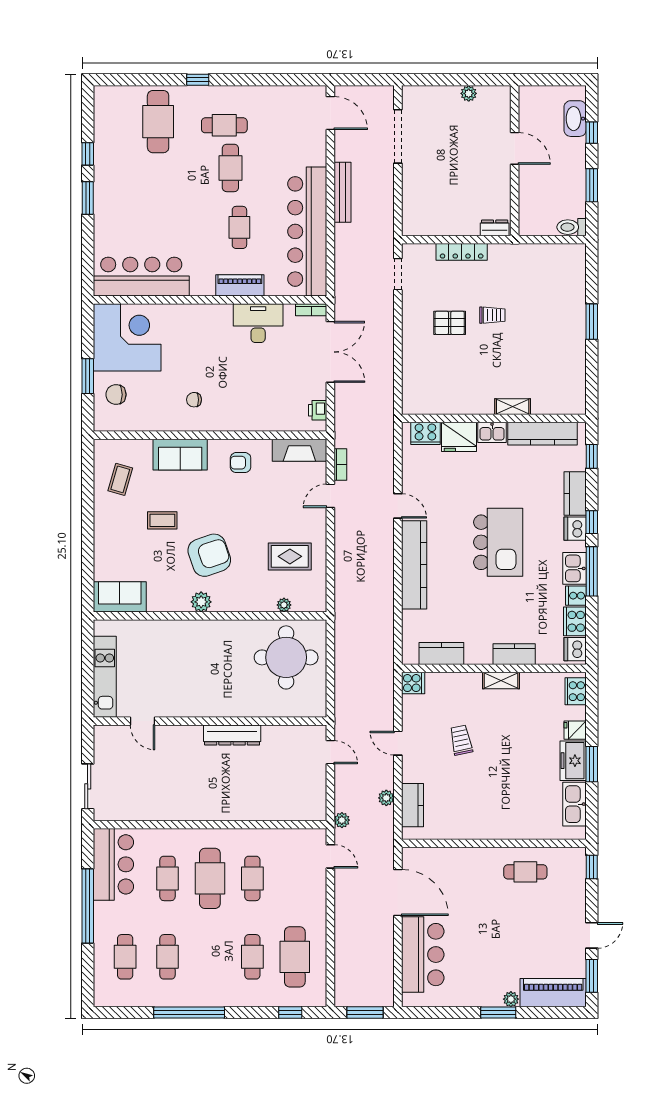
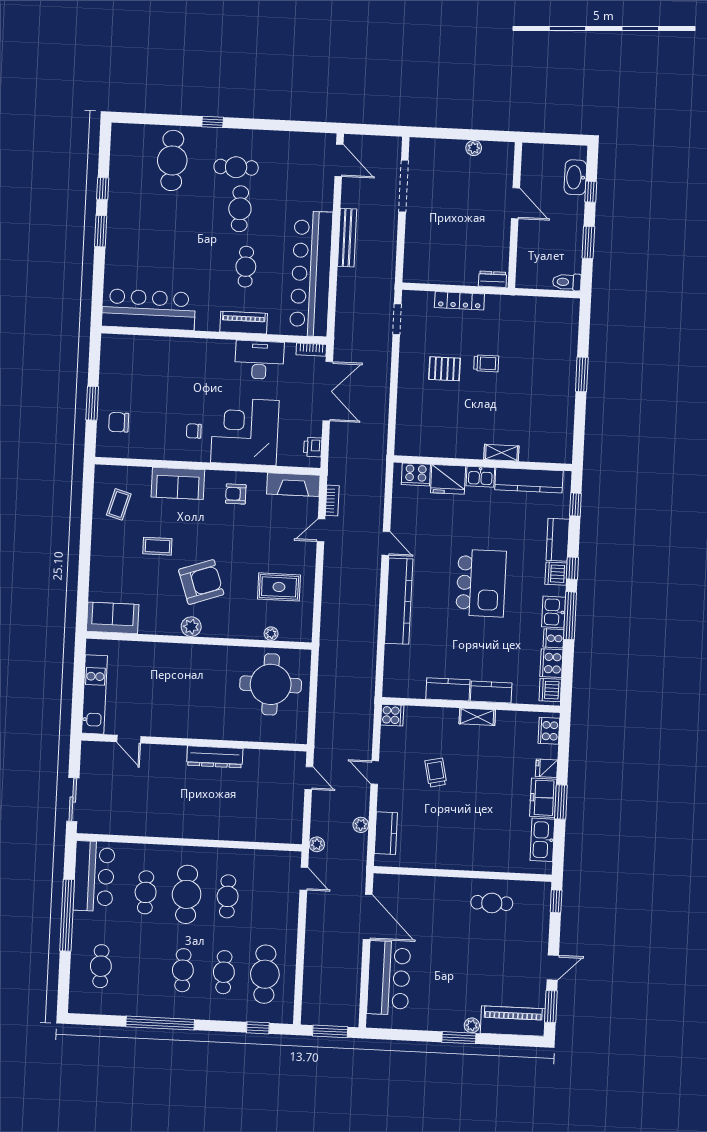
corner desk: (127, 337) -> (245, 432), moved, turned -90
kitchen counter: (441, 654) -> (448, 689), moved
cafe table: (168, 957) -> (183, 970), moved

